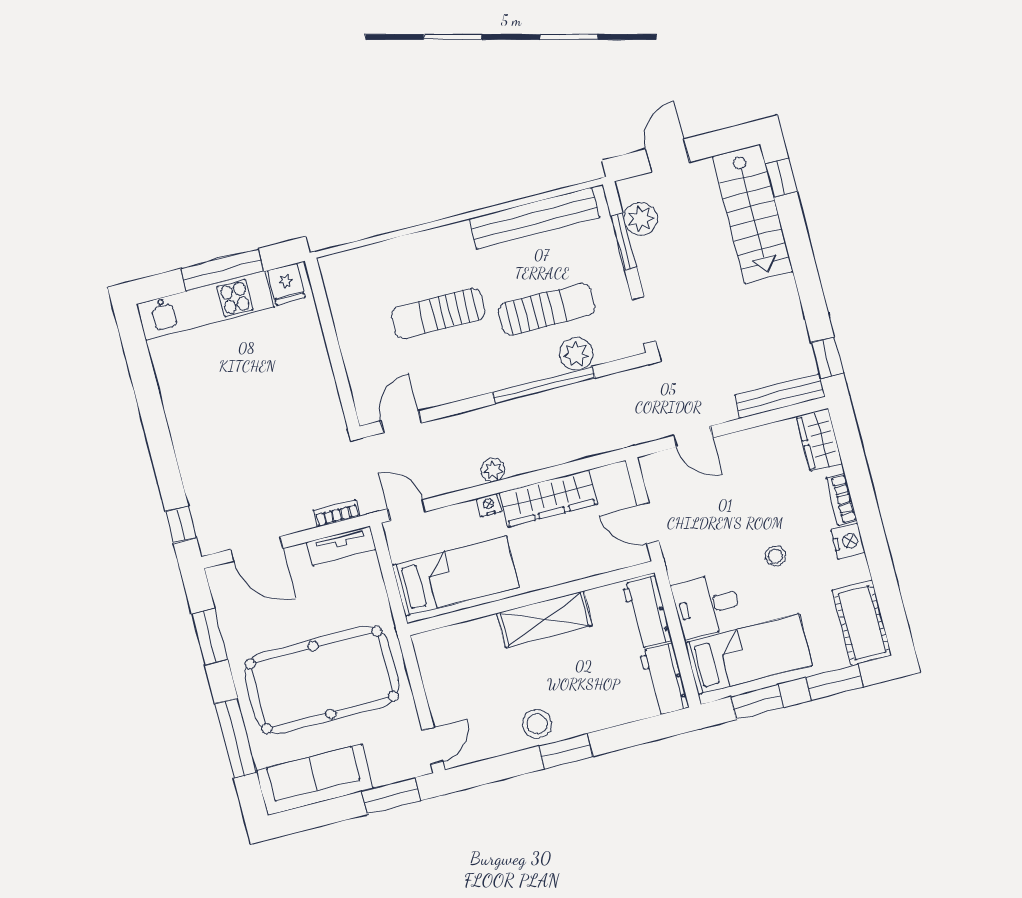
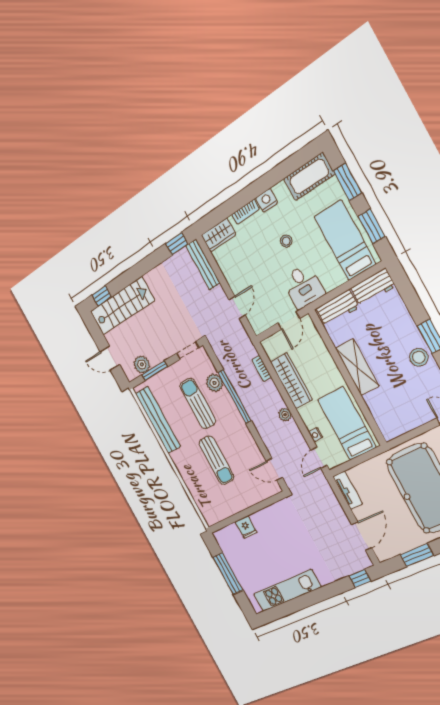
fridge: (286, 284) -> (246, 527), moved, turned 90
kitchen unit: (205, 306) -> (287, 591), moved, turned -90
nightstand: (489, 505) -> (316, 435), moved
bookcase: (337, 513) -> (262, 368), moved
desk: (707, 605) -> (303, 286), moved

